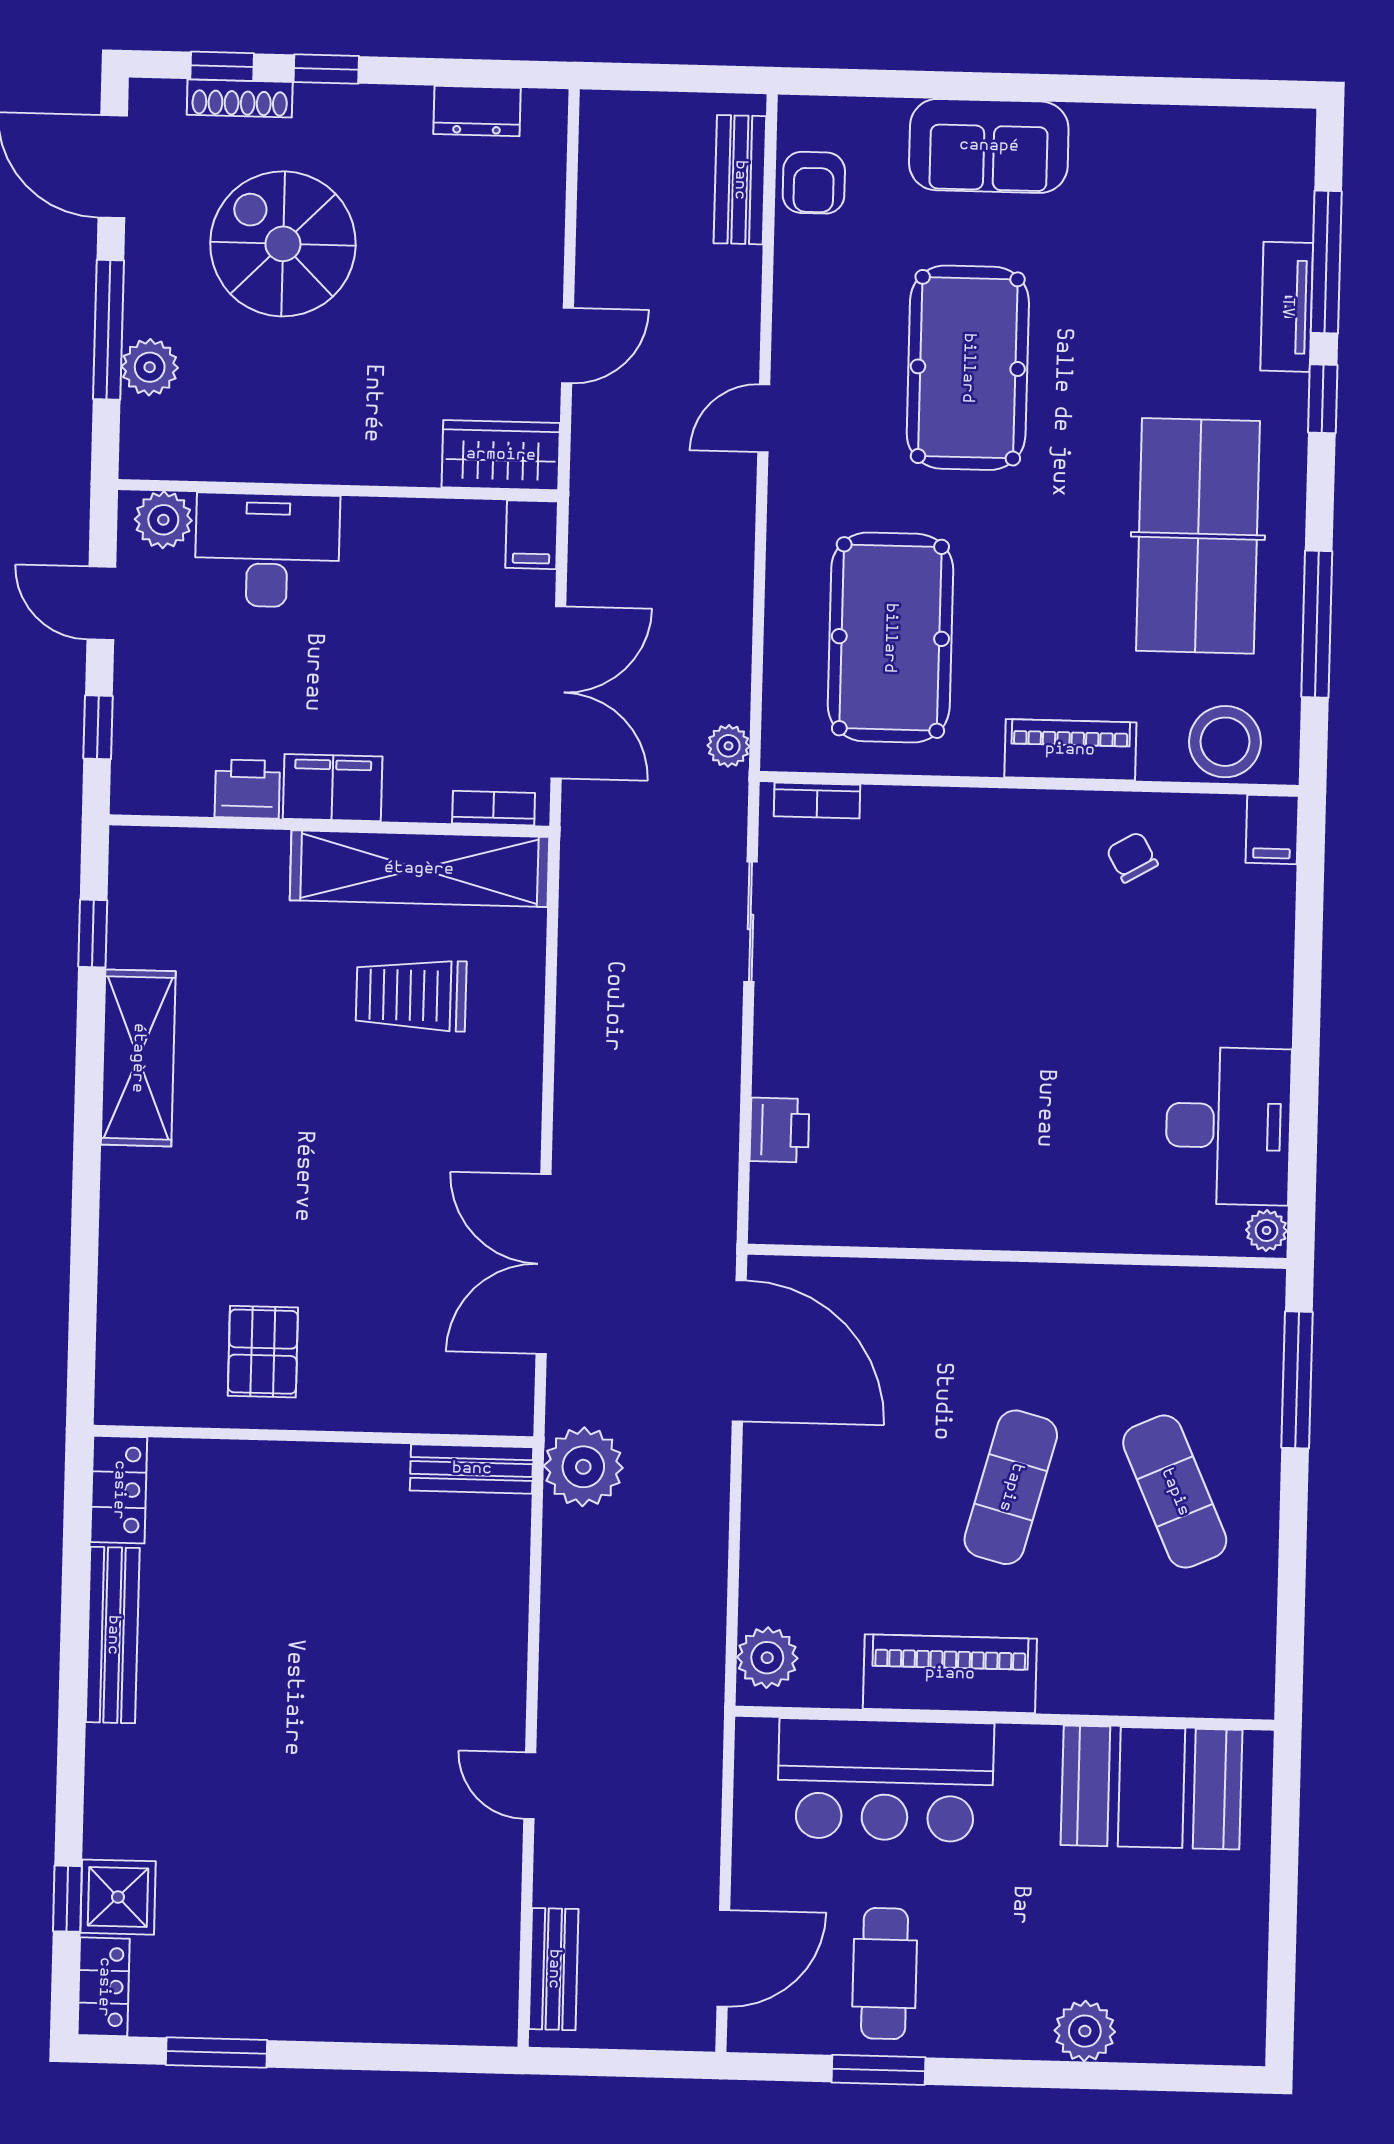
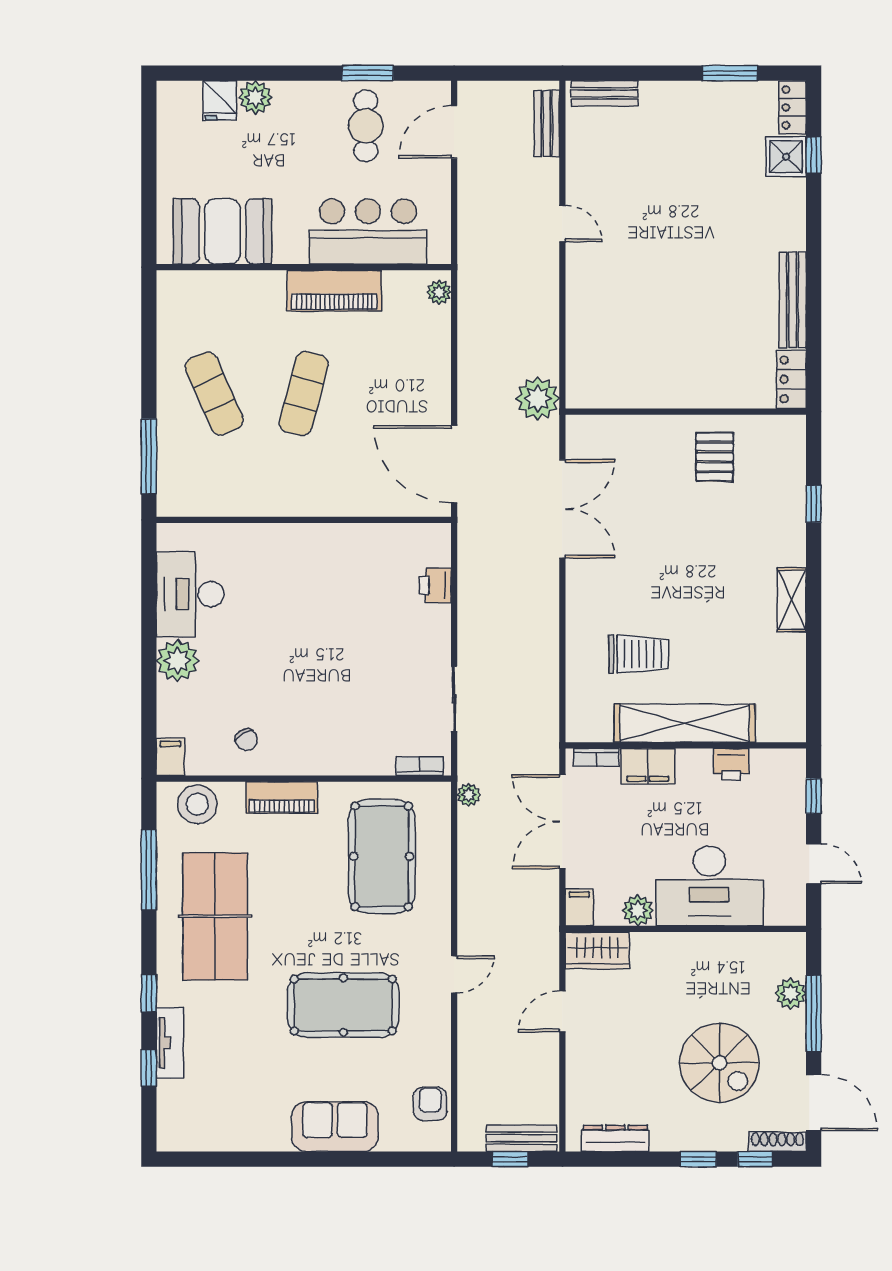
window: (670, 78) -> (510, 1159), added
shoe rack: (240, 98) -> (777, 1142), moved
dresser: (477, 111) -> (615, 1138), width x1.44
bench: (740, 180) -> (521, 1138), moved, turned 90
window: (1326, 262) -> (149, 1068), width x0.46
pool table: (968, 368) -> (343, 1005), turned 90
plant: (163, 520) -> (638, 910), moved
desk: (267, 550) -> (709, 886), width x1.36, depth x1.30
filing cabinet: (333, 788) -> (648, 766), moved
shelving: (419, 869) -> (685, 723), moved
window: (93, 934) -> (814, 504), moved
shelving: (138, 1058) -> (792, 600), width x0.67, depth x0.75
plant: (1267, 1230) -> (177, 661), moved, width x1.87, depth x1.87
bench: (472, 1469) -> (605, 93), moved
plant: (767, 1658) -> (439, 292), width x0.73, depth x0.73
fridge: (1150, 2027) -> (220, 100), added

